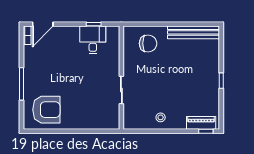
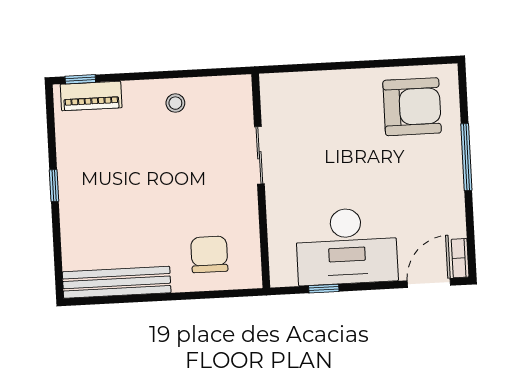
desk: (93, 40) -> (347, 246), width x1.87, depth x1.30
chair: (148, 43) -> (209, 254), turned 90
armchair: (46, 110) -> (412, 107), turned 180

